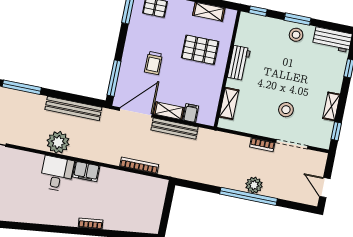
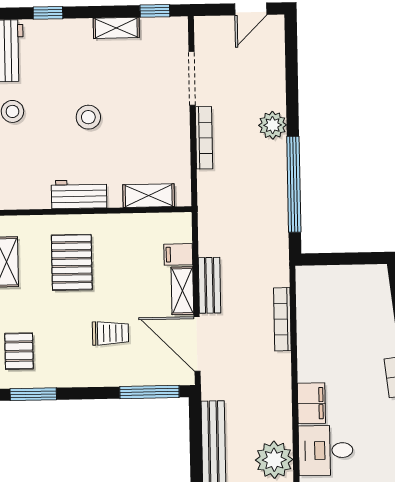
stool: (286, 110) -> (88, 117), moved
bench: (175, 128) -> (210, 285), width x0.73
bookcase: (262, 145) -> (204, 138), width x1.56
window: (249, 196) -> (294, 184), moved

